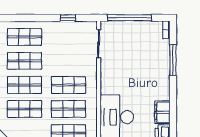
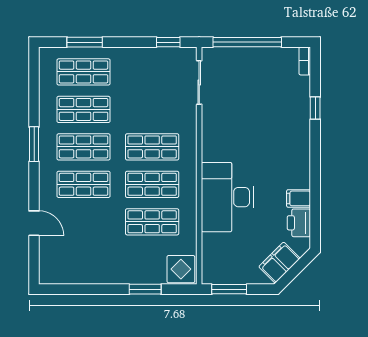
window: (25, 18) -> (85, 42), added
window: (68, 18) -> (168, 42), moved
window: (173, 60) -> (315, 108), width x0.46
filing cabinet: (162, 112) -> (299, 198), width x0.50

